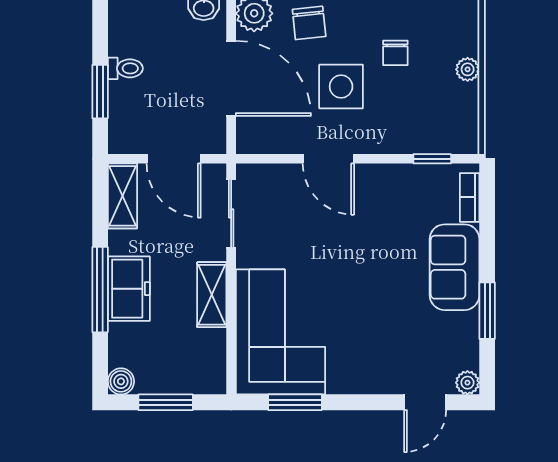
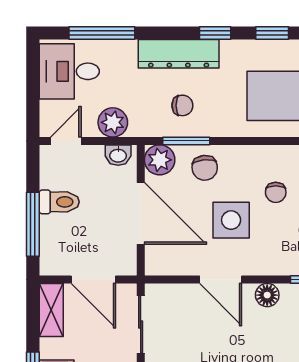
toilet: (125, 68) -> (59, 202), width x1.37, depth x1.39
window: (100, 92) -> (33, 224), width x1.44
floor lamp: (385, 178) -> (267, 295), added

